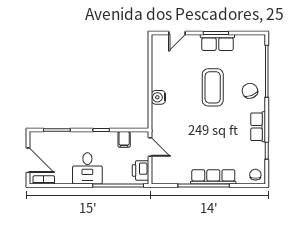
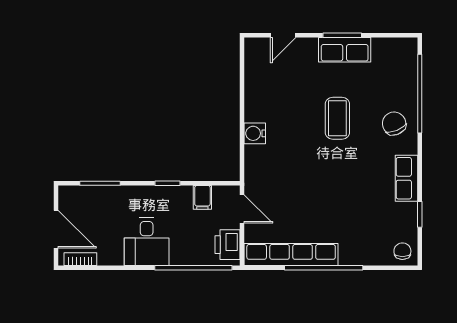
coffee table: (213, 87) -> (337, 118), width x0.73, depth x0.76
row of seats: (213, 177) -> (291, 255), moved, width x1.36

